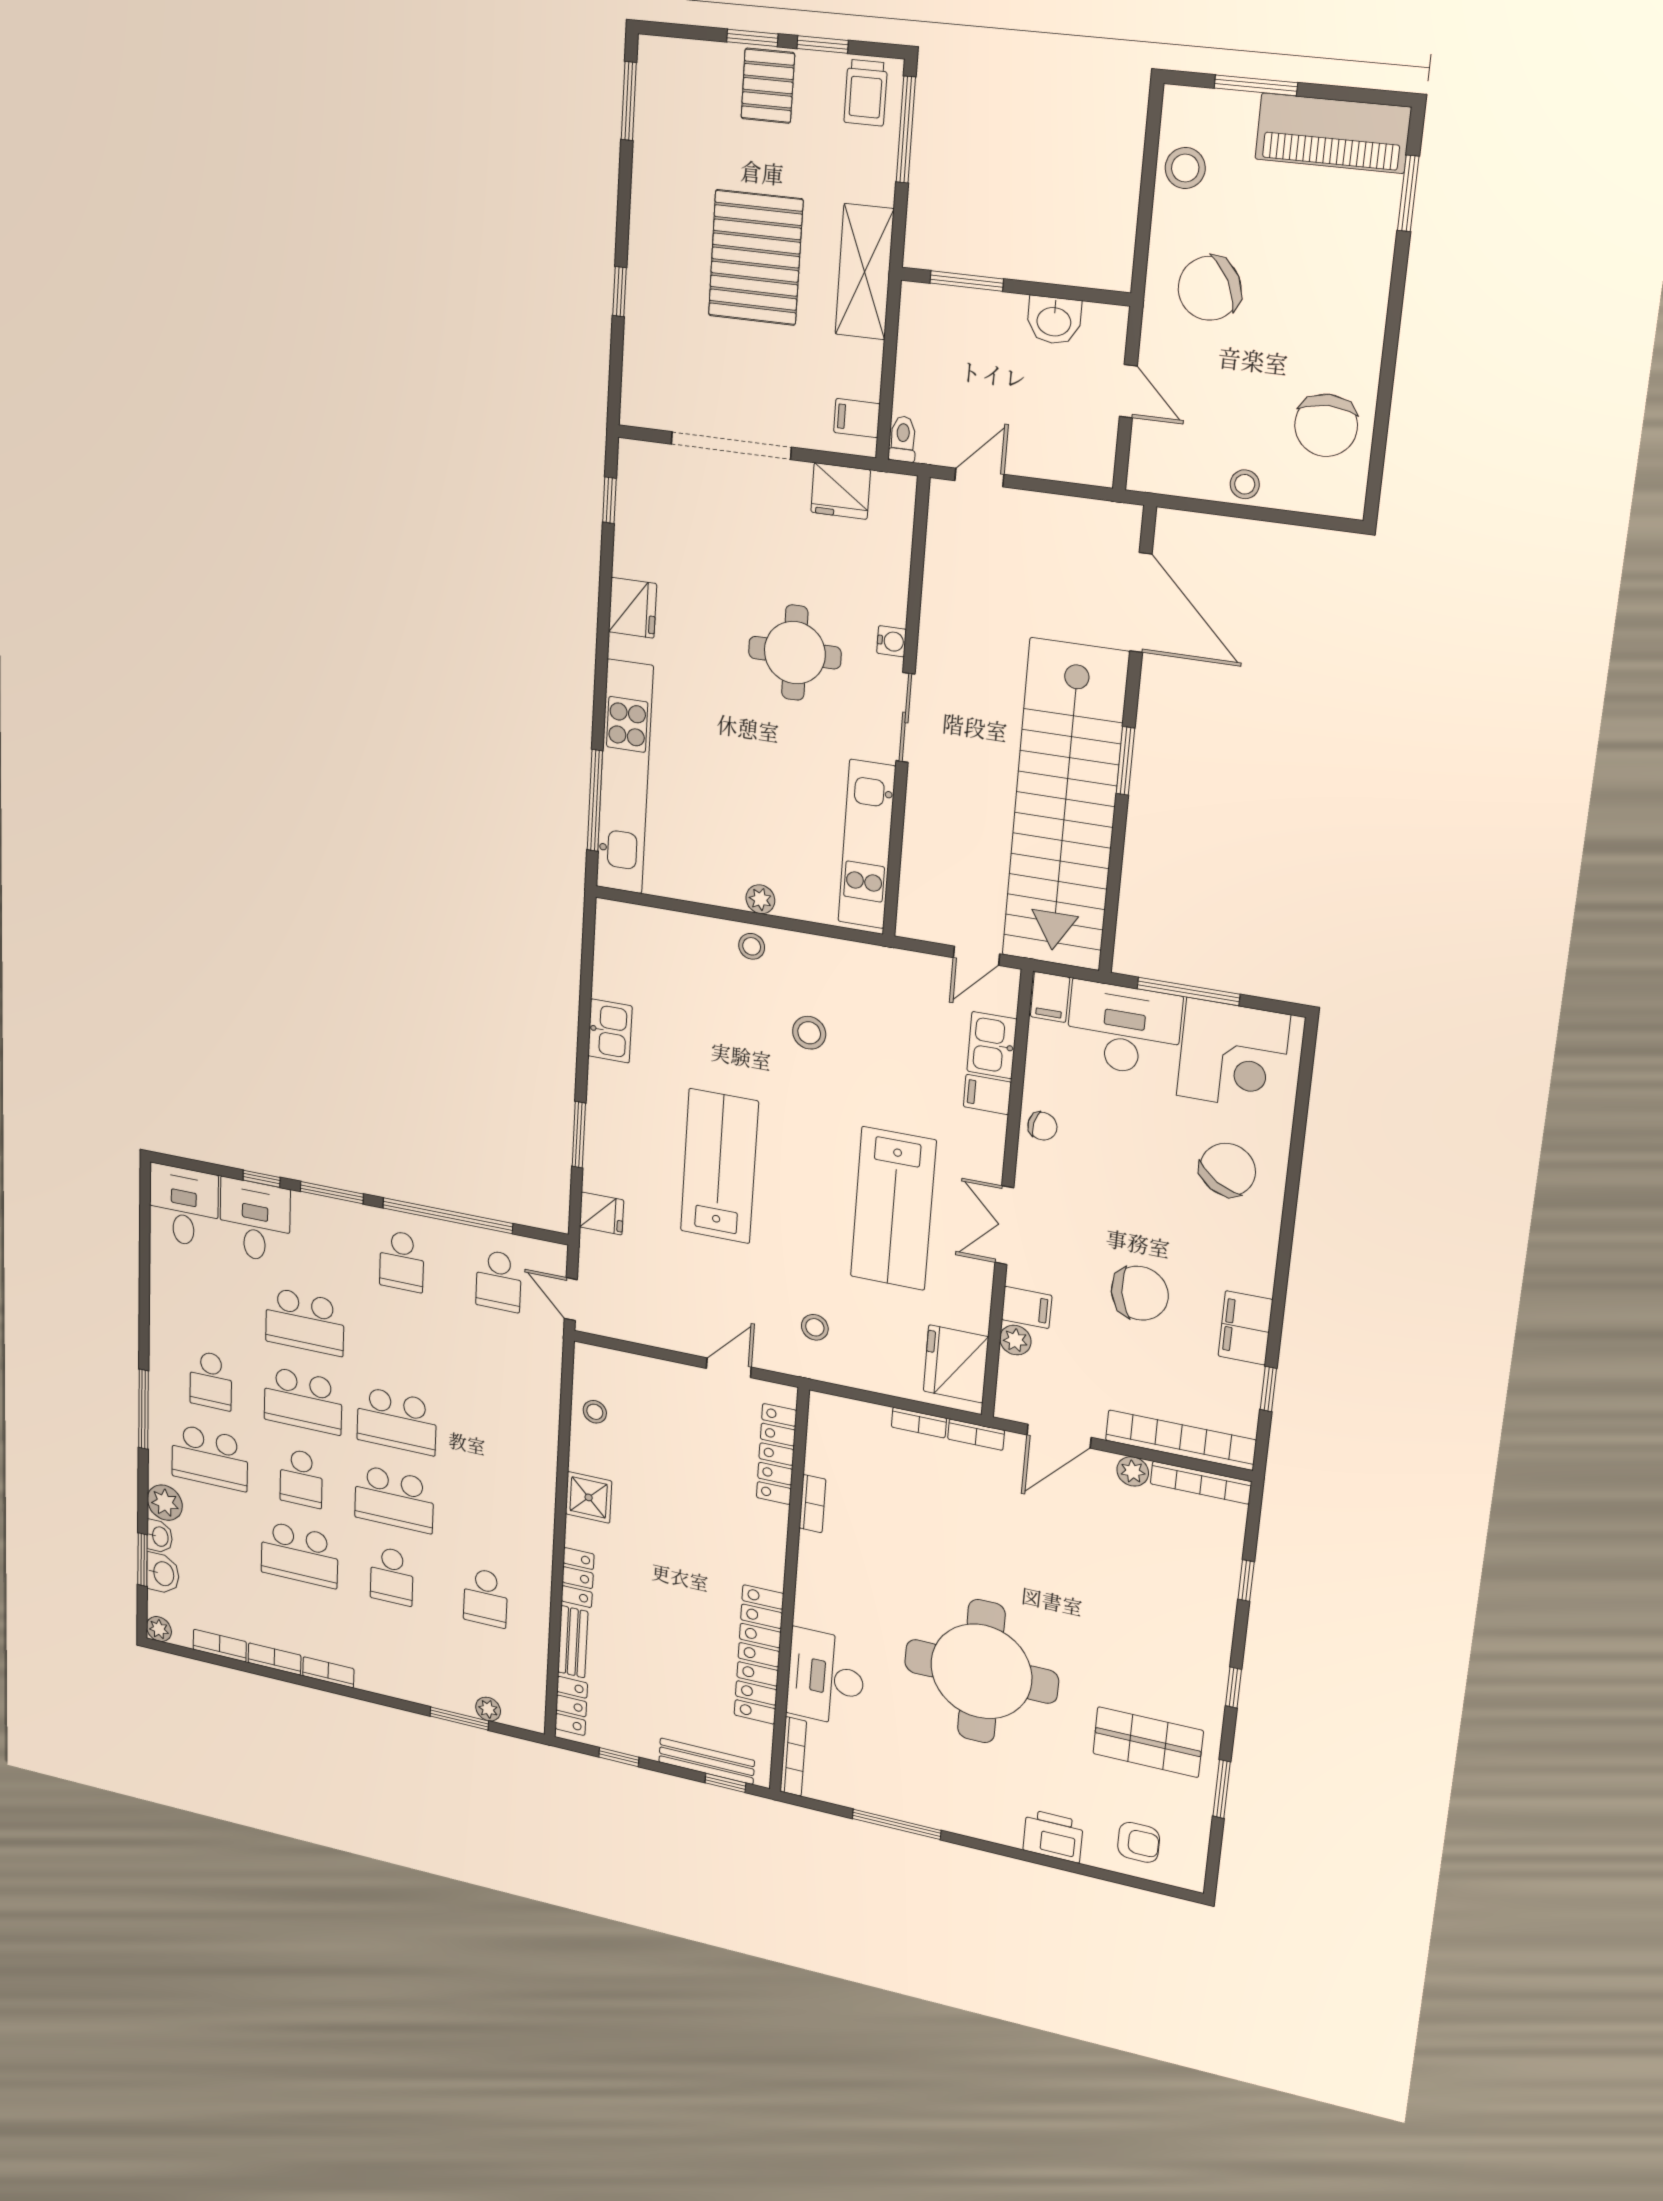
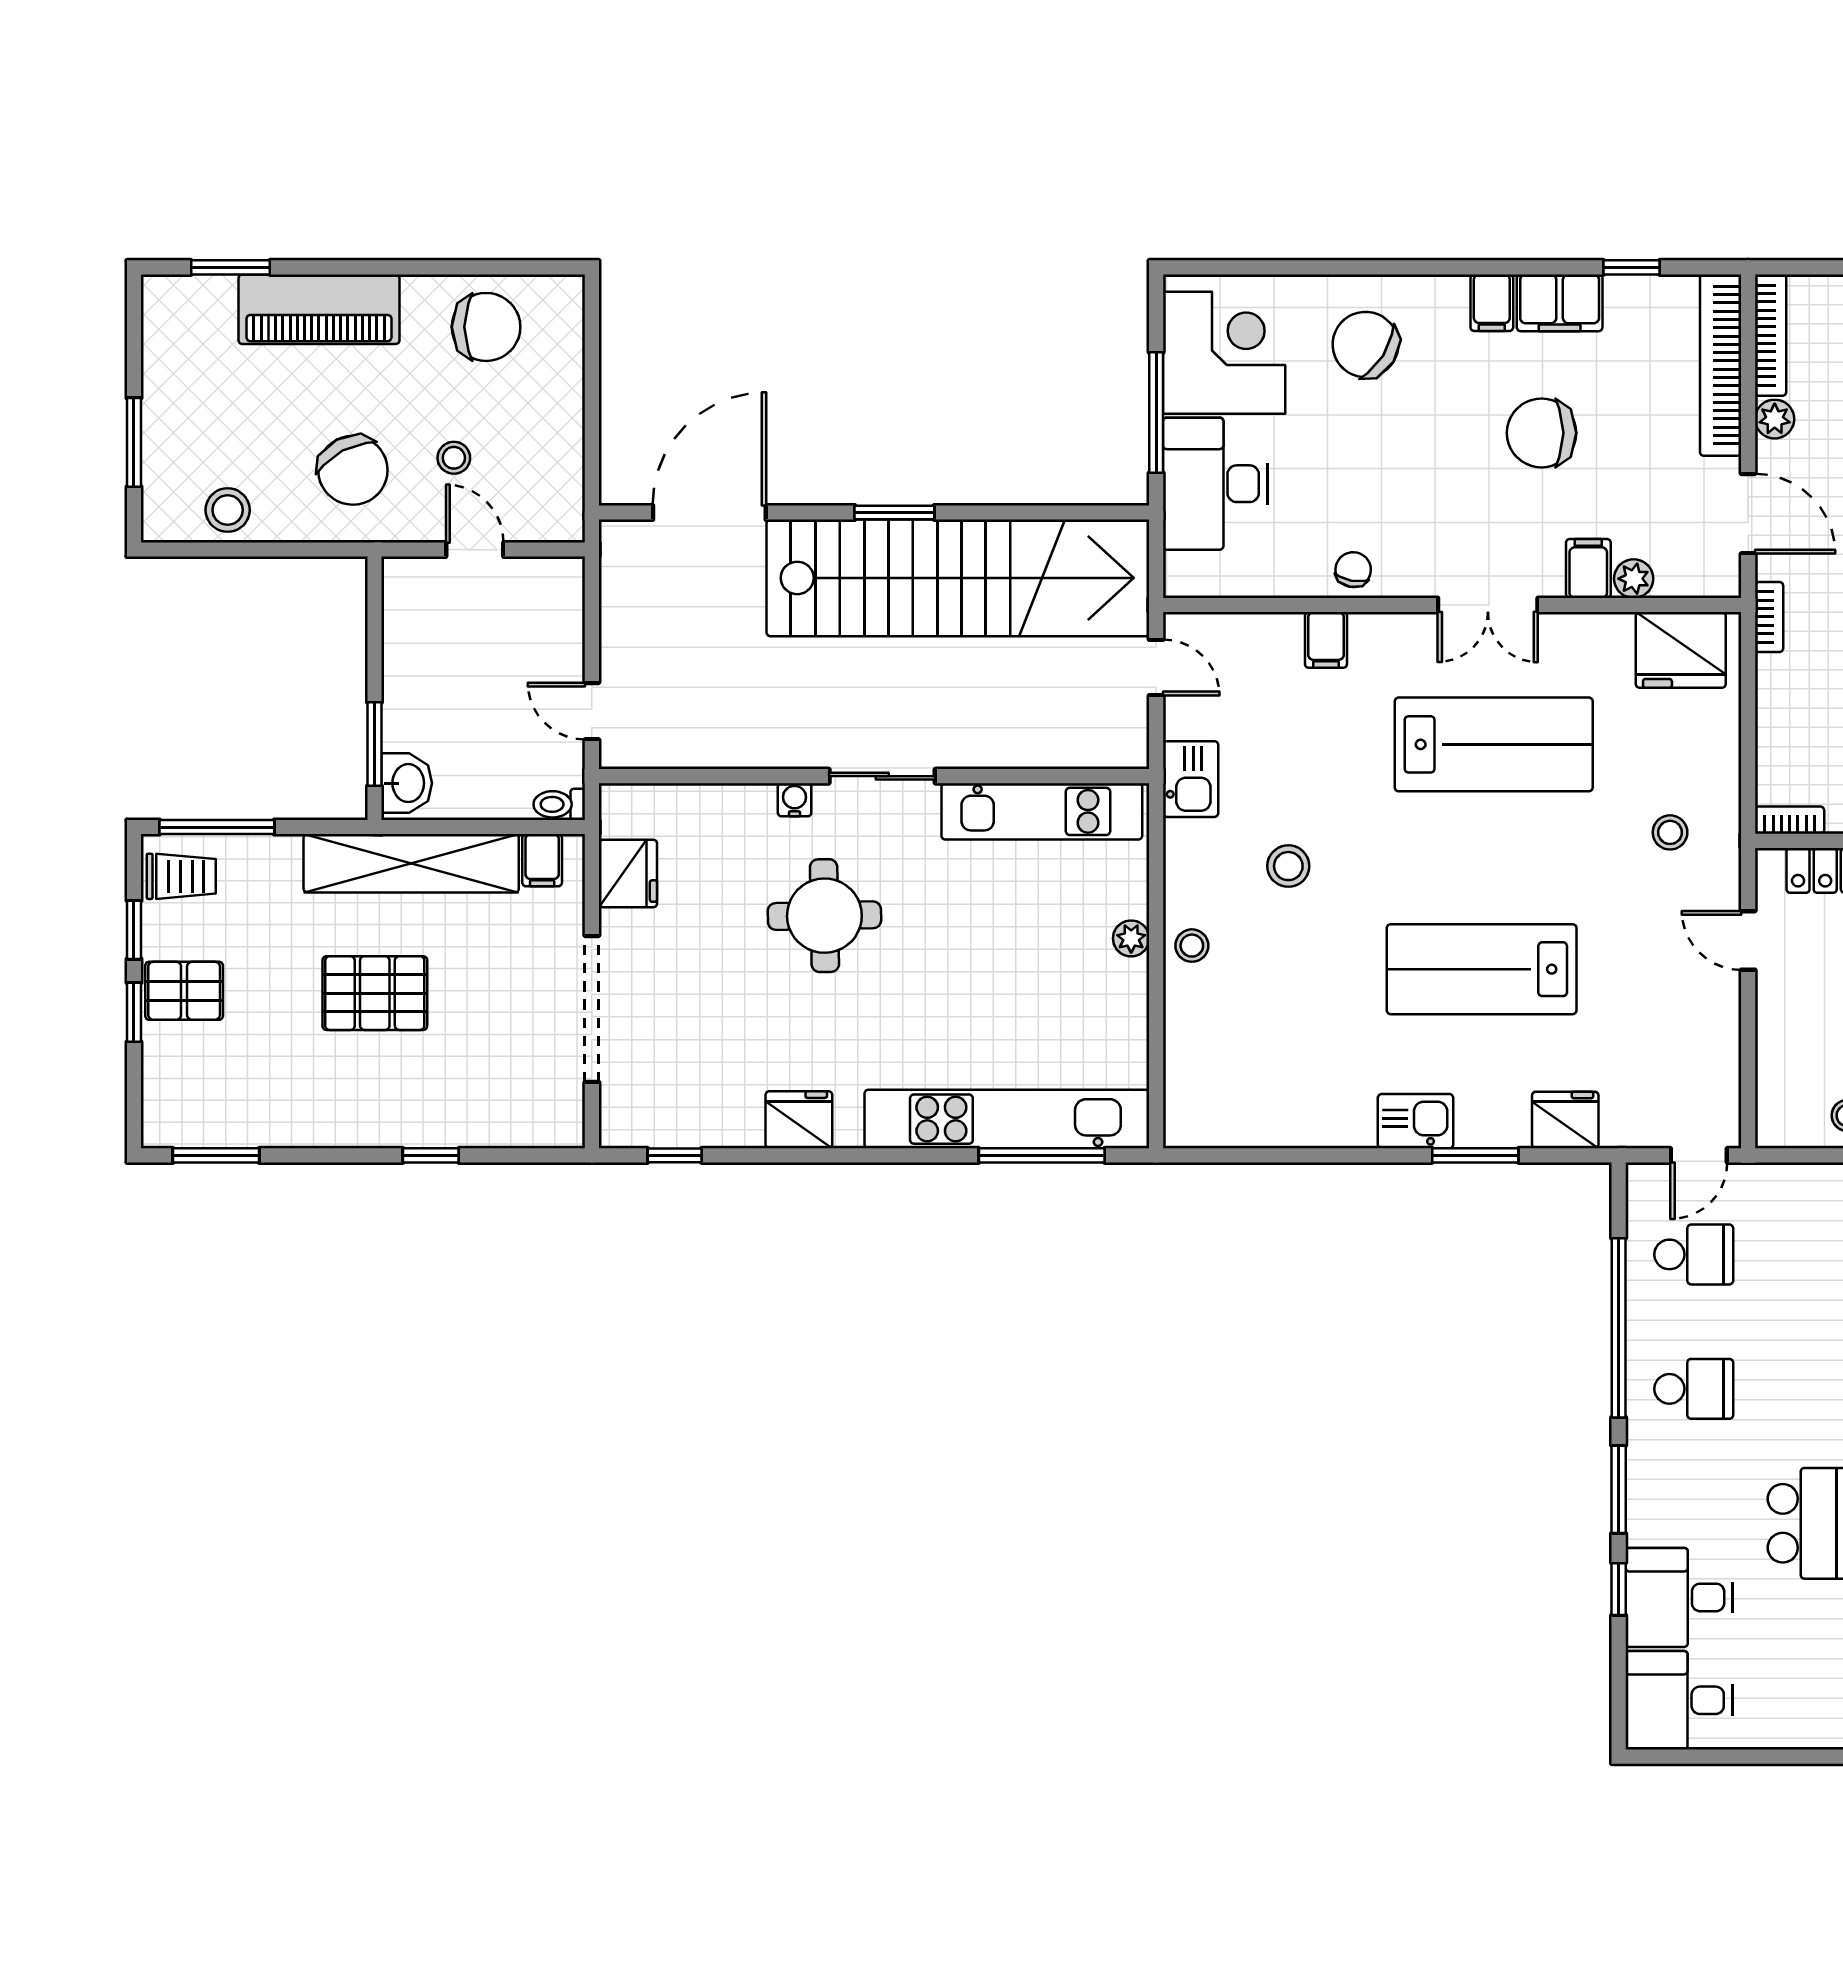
piano: (1333, 133) -> (319, 309), moved, turned 90
pallet: (756, 258) -> (375, 993), width x0.73, depth x0.71
shelving: (864, 272) -> (411, 863), width x1.47
washbasin: (1054, 320) -> (407, 783), moved
door: (1128, 391) -> (475, 550), hinge flipped
stool: (1245, 484) -> (454, 458), moved
filing cabinet: (1050, 997) -> (1492, 303), moved, turned 90
kitchen sink: (610, 1031) -> (1416, 1121), moved
kitchen sink: (992, 1045) -> (1191, 779), moved, turned -90
fridge: (602, 1213) -> (1565, 1120), width x1.38
chair: (1140, 1293) -> (1542, 433), turned -81
bookcase: (919, 1423) -> (1790, 820), moved, turned -90

